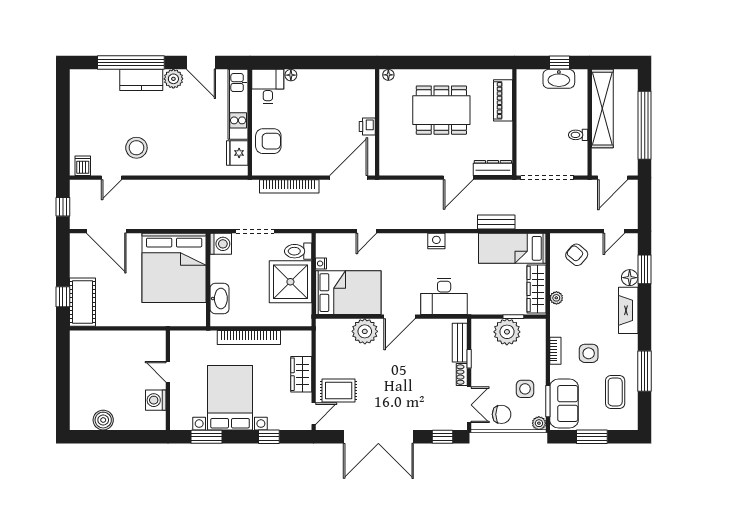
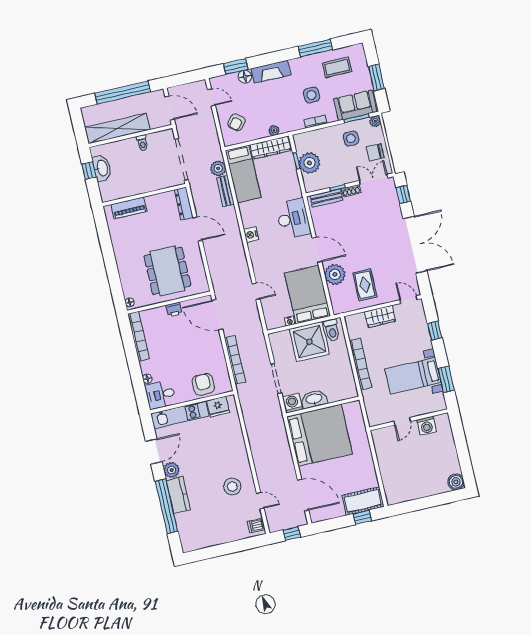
bookcase: (345, 76) -> (139, 336), added
dining table: (441, 110) -> (167, 271), moved
plant: (526, 220) -> (218, 168), added
door: (106, 231) -> (303, 495), hinge flipped
toilet: (298, 251) -> (332, 330), moved
washbasin: (220, 299) -> (314, 399), moved
rug: (339, 390) -> (365, 285), moved
bed with nightstands: (230, 398) -> (413, 376), width x0.73
chair: (502, 414) -> (375, 152), turned -90
boiler: (103, 420) -> (456, 482), moved

